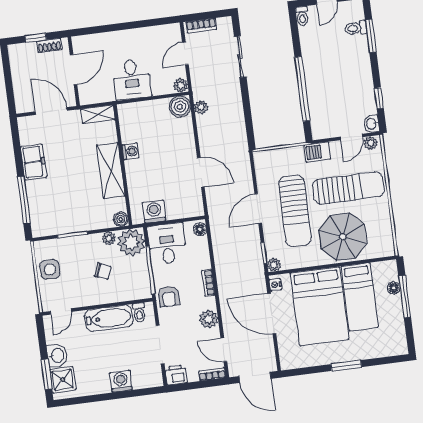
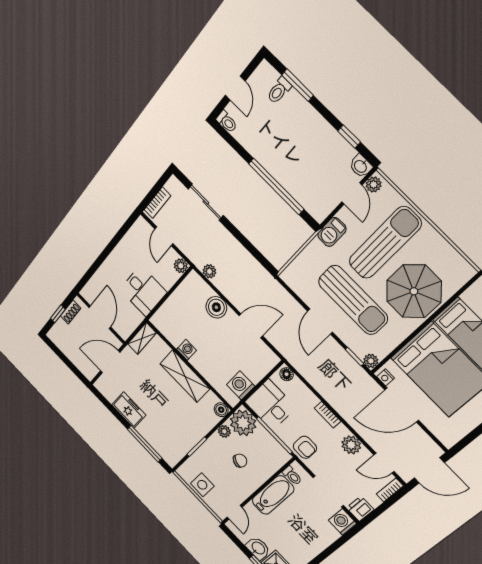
boiler: (180, 107) -> (216, 307), moved
washing machine: (121, 381) -> (342, 522), moved

